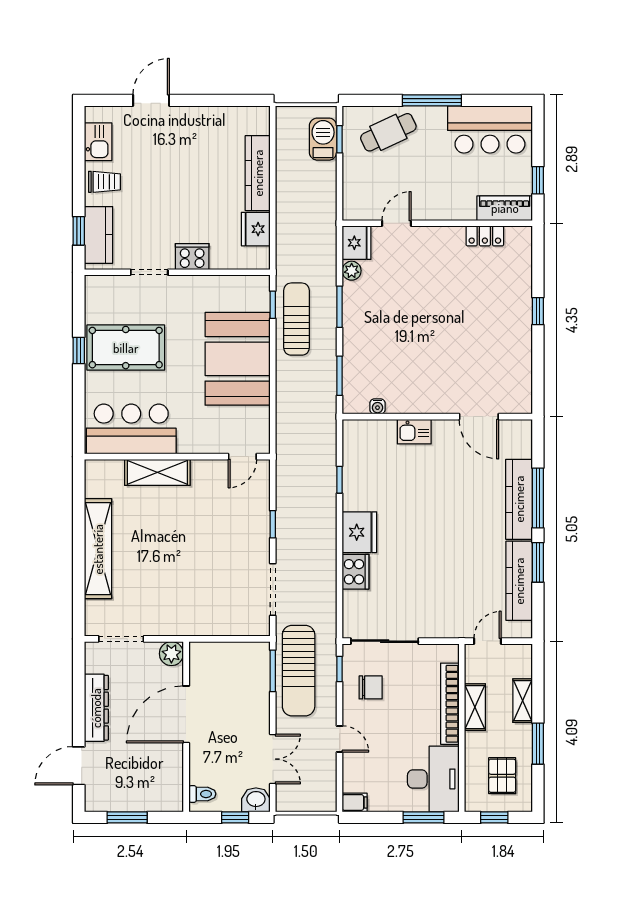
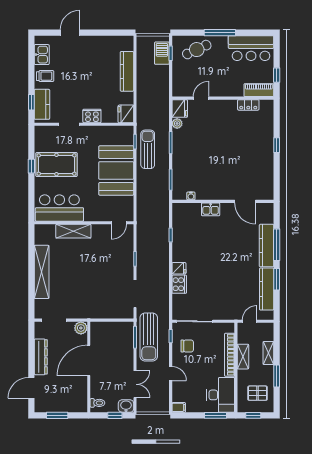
fridge: (256, 229) -> (126, 114), moved
fridge: (359, 532) -> (179, 268), width x0.53, depth x0.75
pallet: (502, 776) -> (258, 393), turned 90

